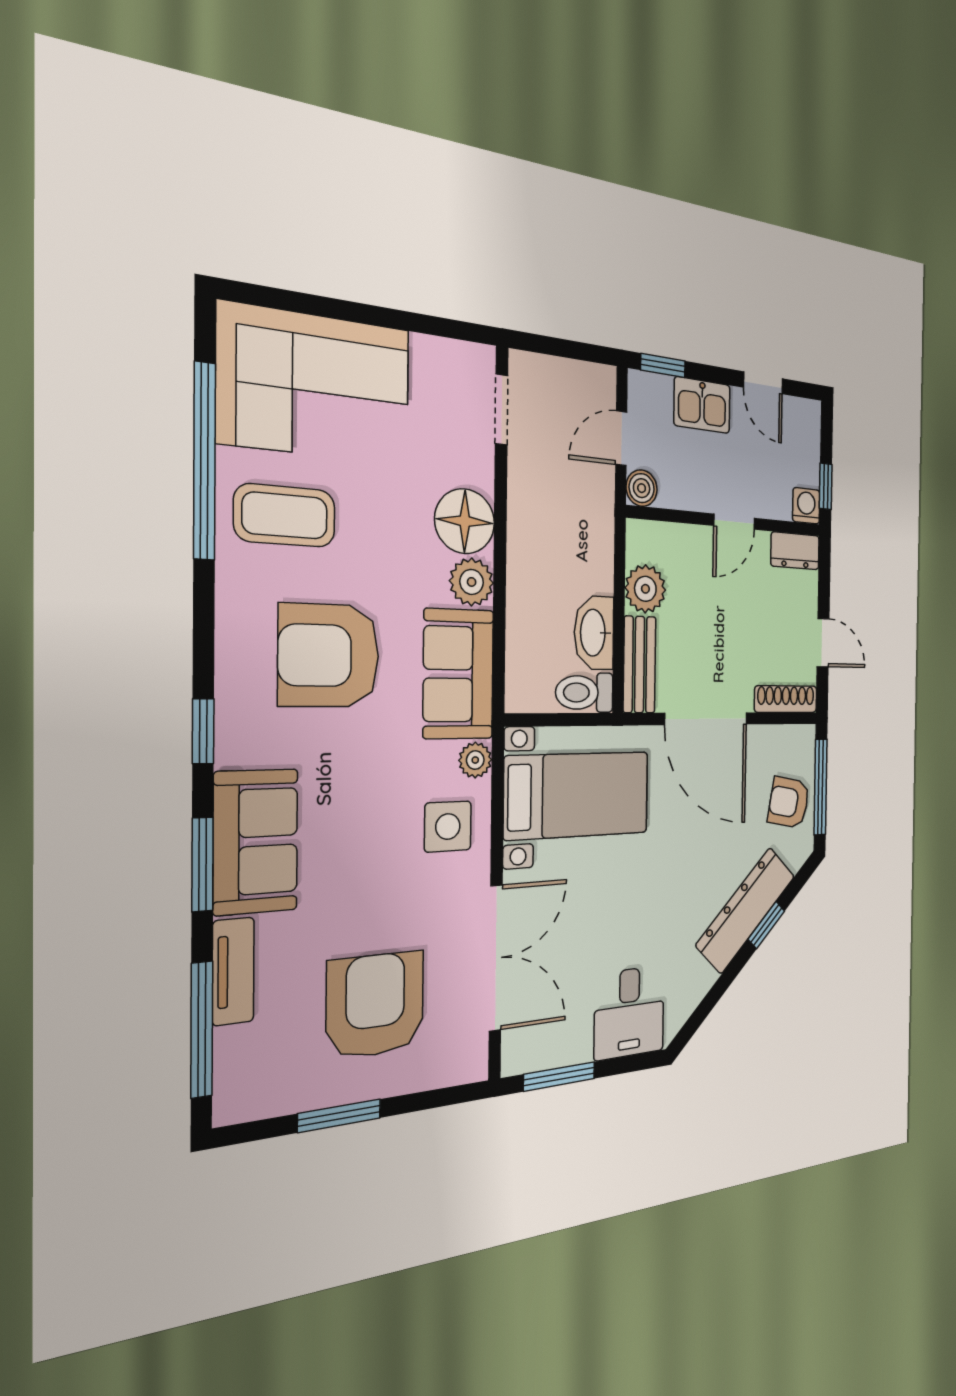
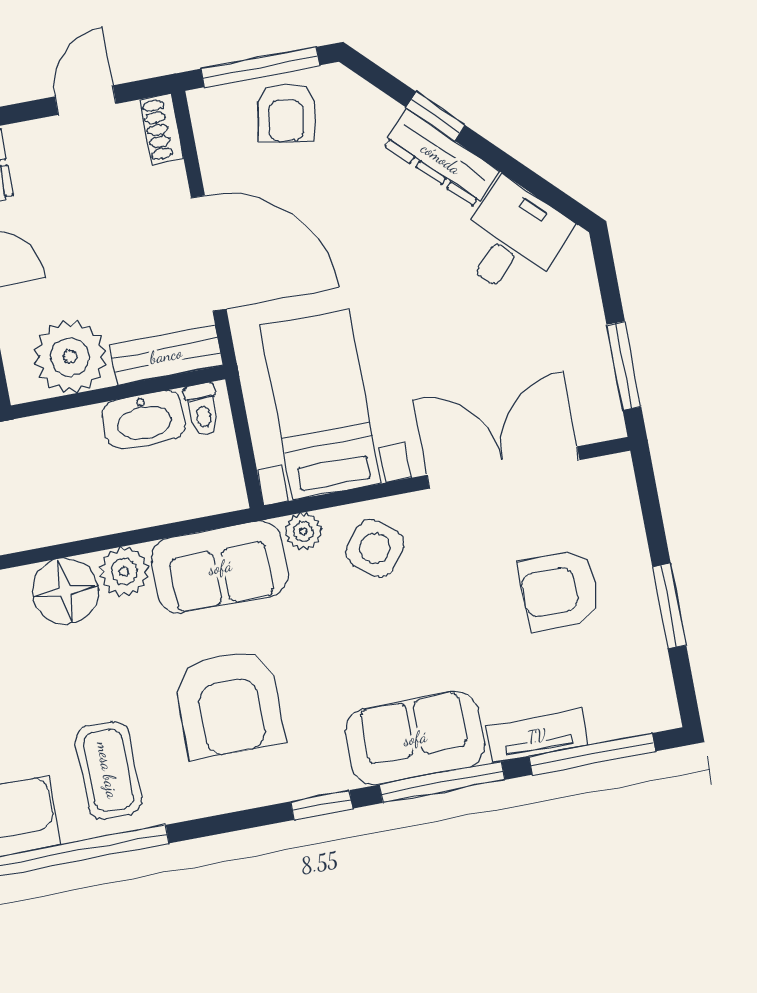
plant: (645, 589) -> (70, 357), width x1.36, depth x1.36
toilet: (584, 693) -> (202, 410), width x0.73, depth x0.72
shoe rack: (786, 699) -> (162, 129), width x0.70
door: (706, 719) -> (209, 253), hinge flipped
side table: (448, 827) -> (375, 548), turned 38
window: (202, 864) -> (442, 782), width x1.44
dresser: (746, 910) -> (441, 158), width x0.73, depth x0.80
armchair: (375, 1005) -> (560, 590), width x0.73, depth x0.73
desk: (629, 1012) -> (512, 239), moved, turned -45

